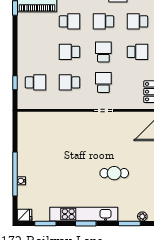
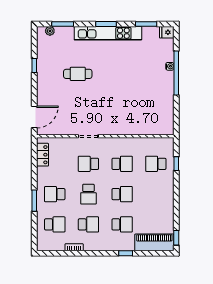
school desk: (69, 21) -> (122, 224), turned 180
school desk: (103, 82) -> (88, 164), turned 90

